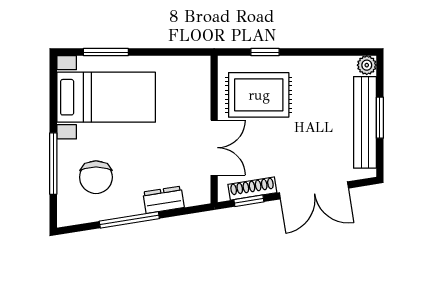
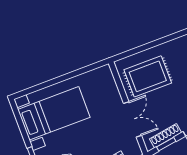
window: (106, 52) -> (43, 85), removed
window: (265, 52) -> (142, 48), removed

